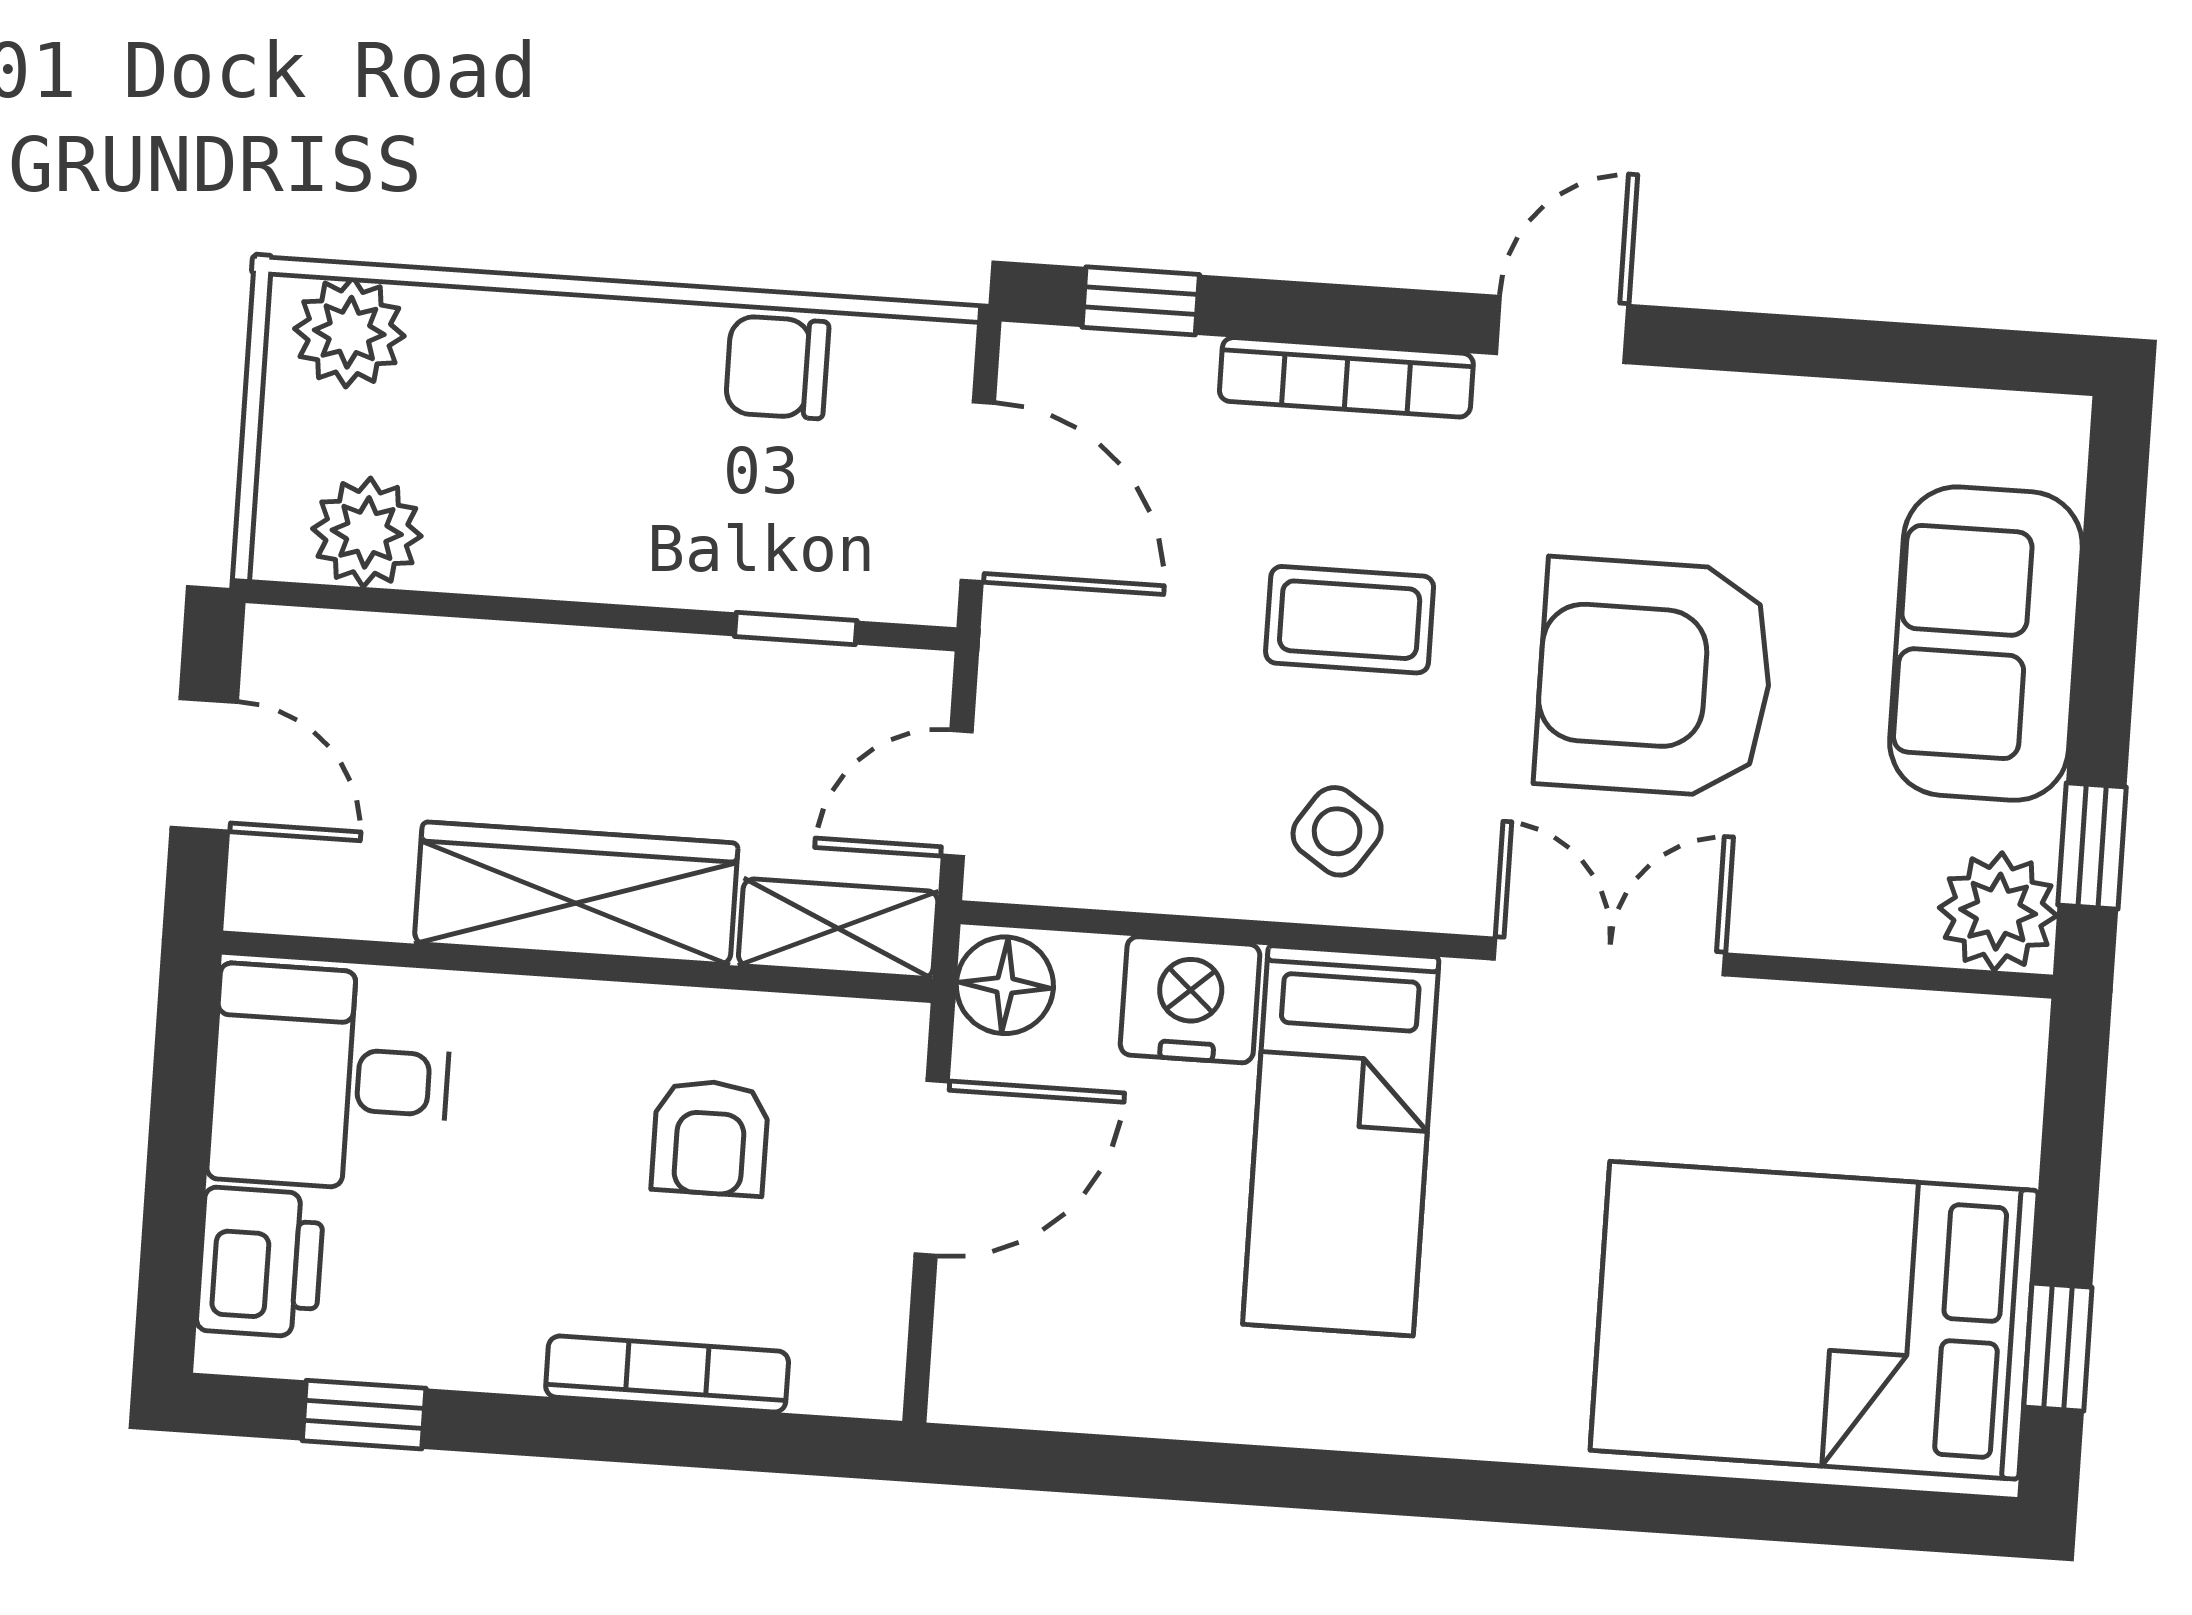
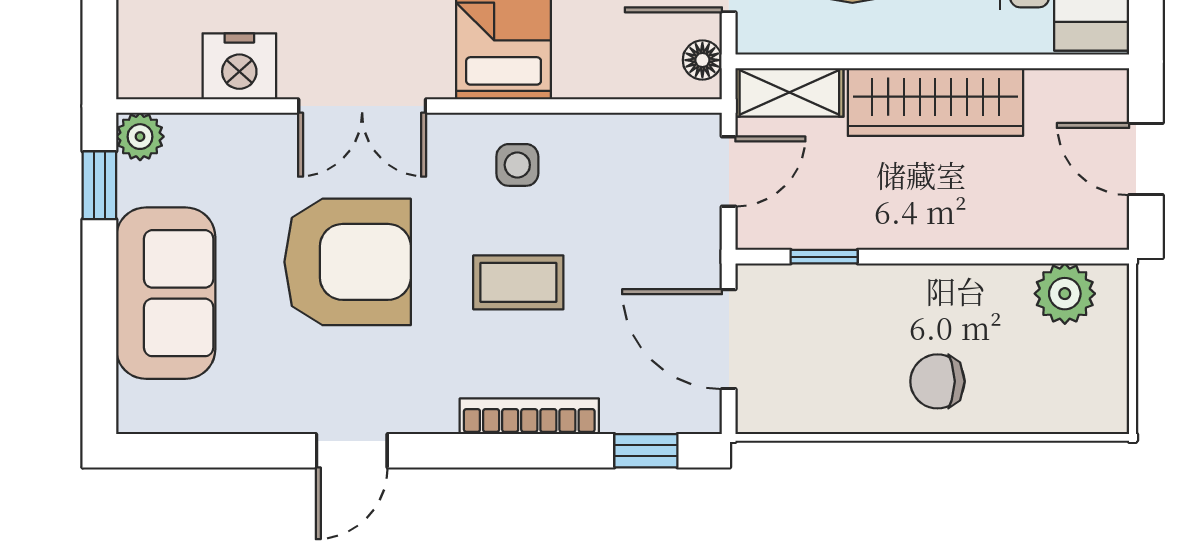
door: (1562, 330) -> (352, 451), moved
plant: (349, 332) -> (1082, 404), removed
chair: (777, 367) -> (937, 381), moved, turned 180
side table: (1337, 831) -> (517, 165), turned -34
plant: (1998, 912) -> (140, 137), width x0.73, depth x0.73
floor lamp: (1005, 985) -> (702, 60), width x0.73, depth x0.73
nightstand: (1190, 1000) -> (239, 66), moved

